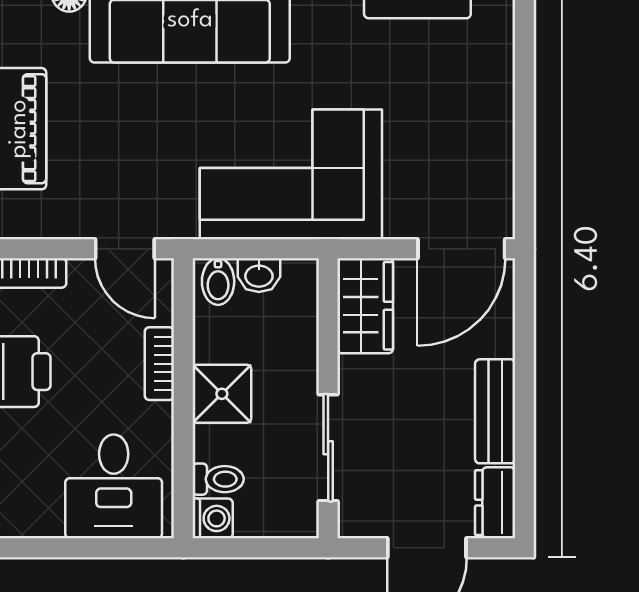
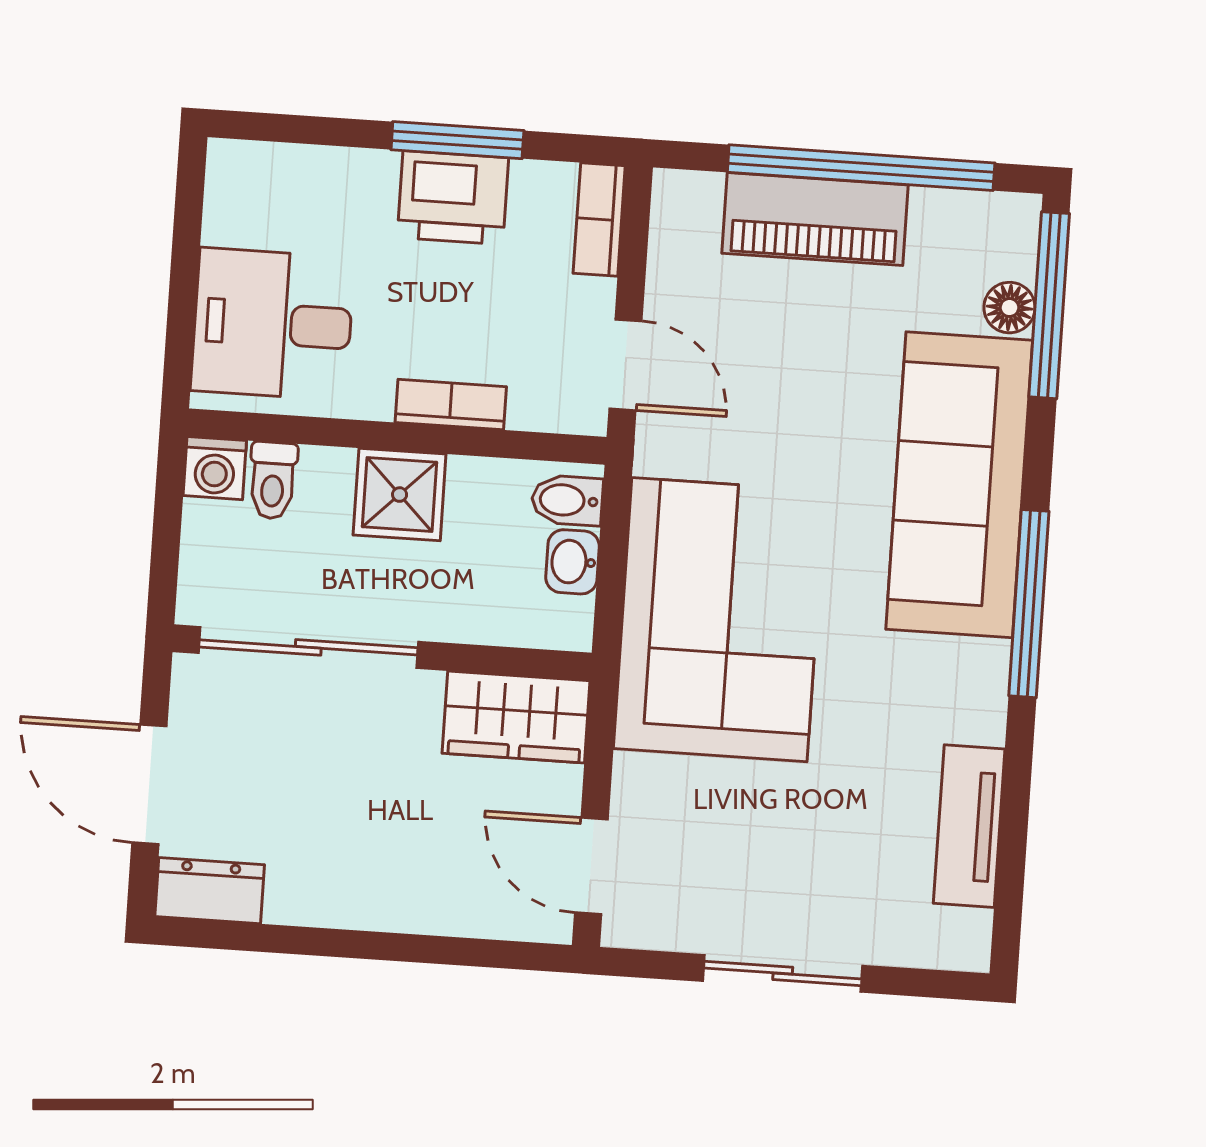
sliding door: (524, 116) -> (783, 973), added
door: (125, 249) -> (626, 365), swing flipped
door: (461, 249) -> (591, 866), width x0.73
bench: (495, 411) -> (346, 900), removed
sliding door: (328, 448) -> (308, 647), width x1.37

